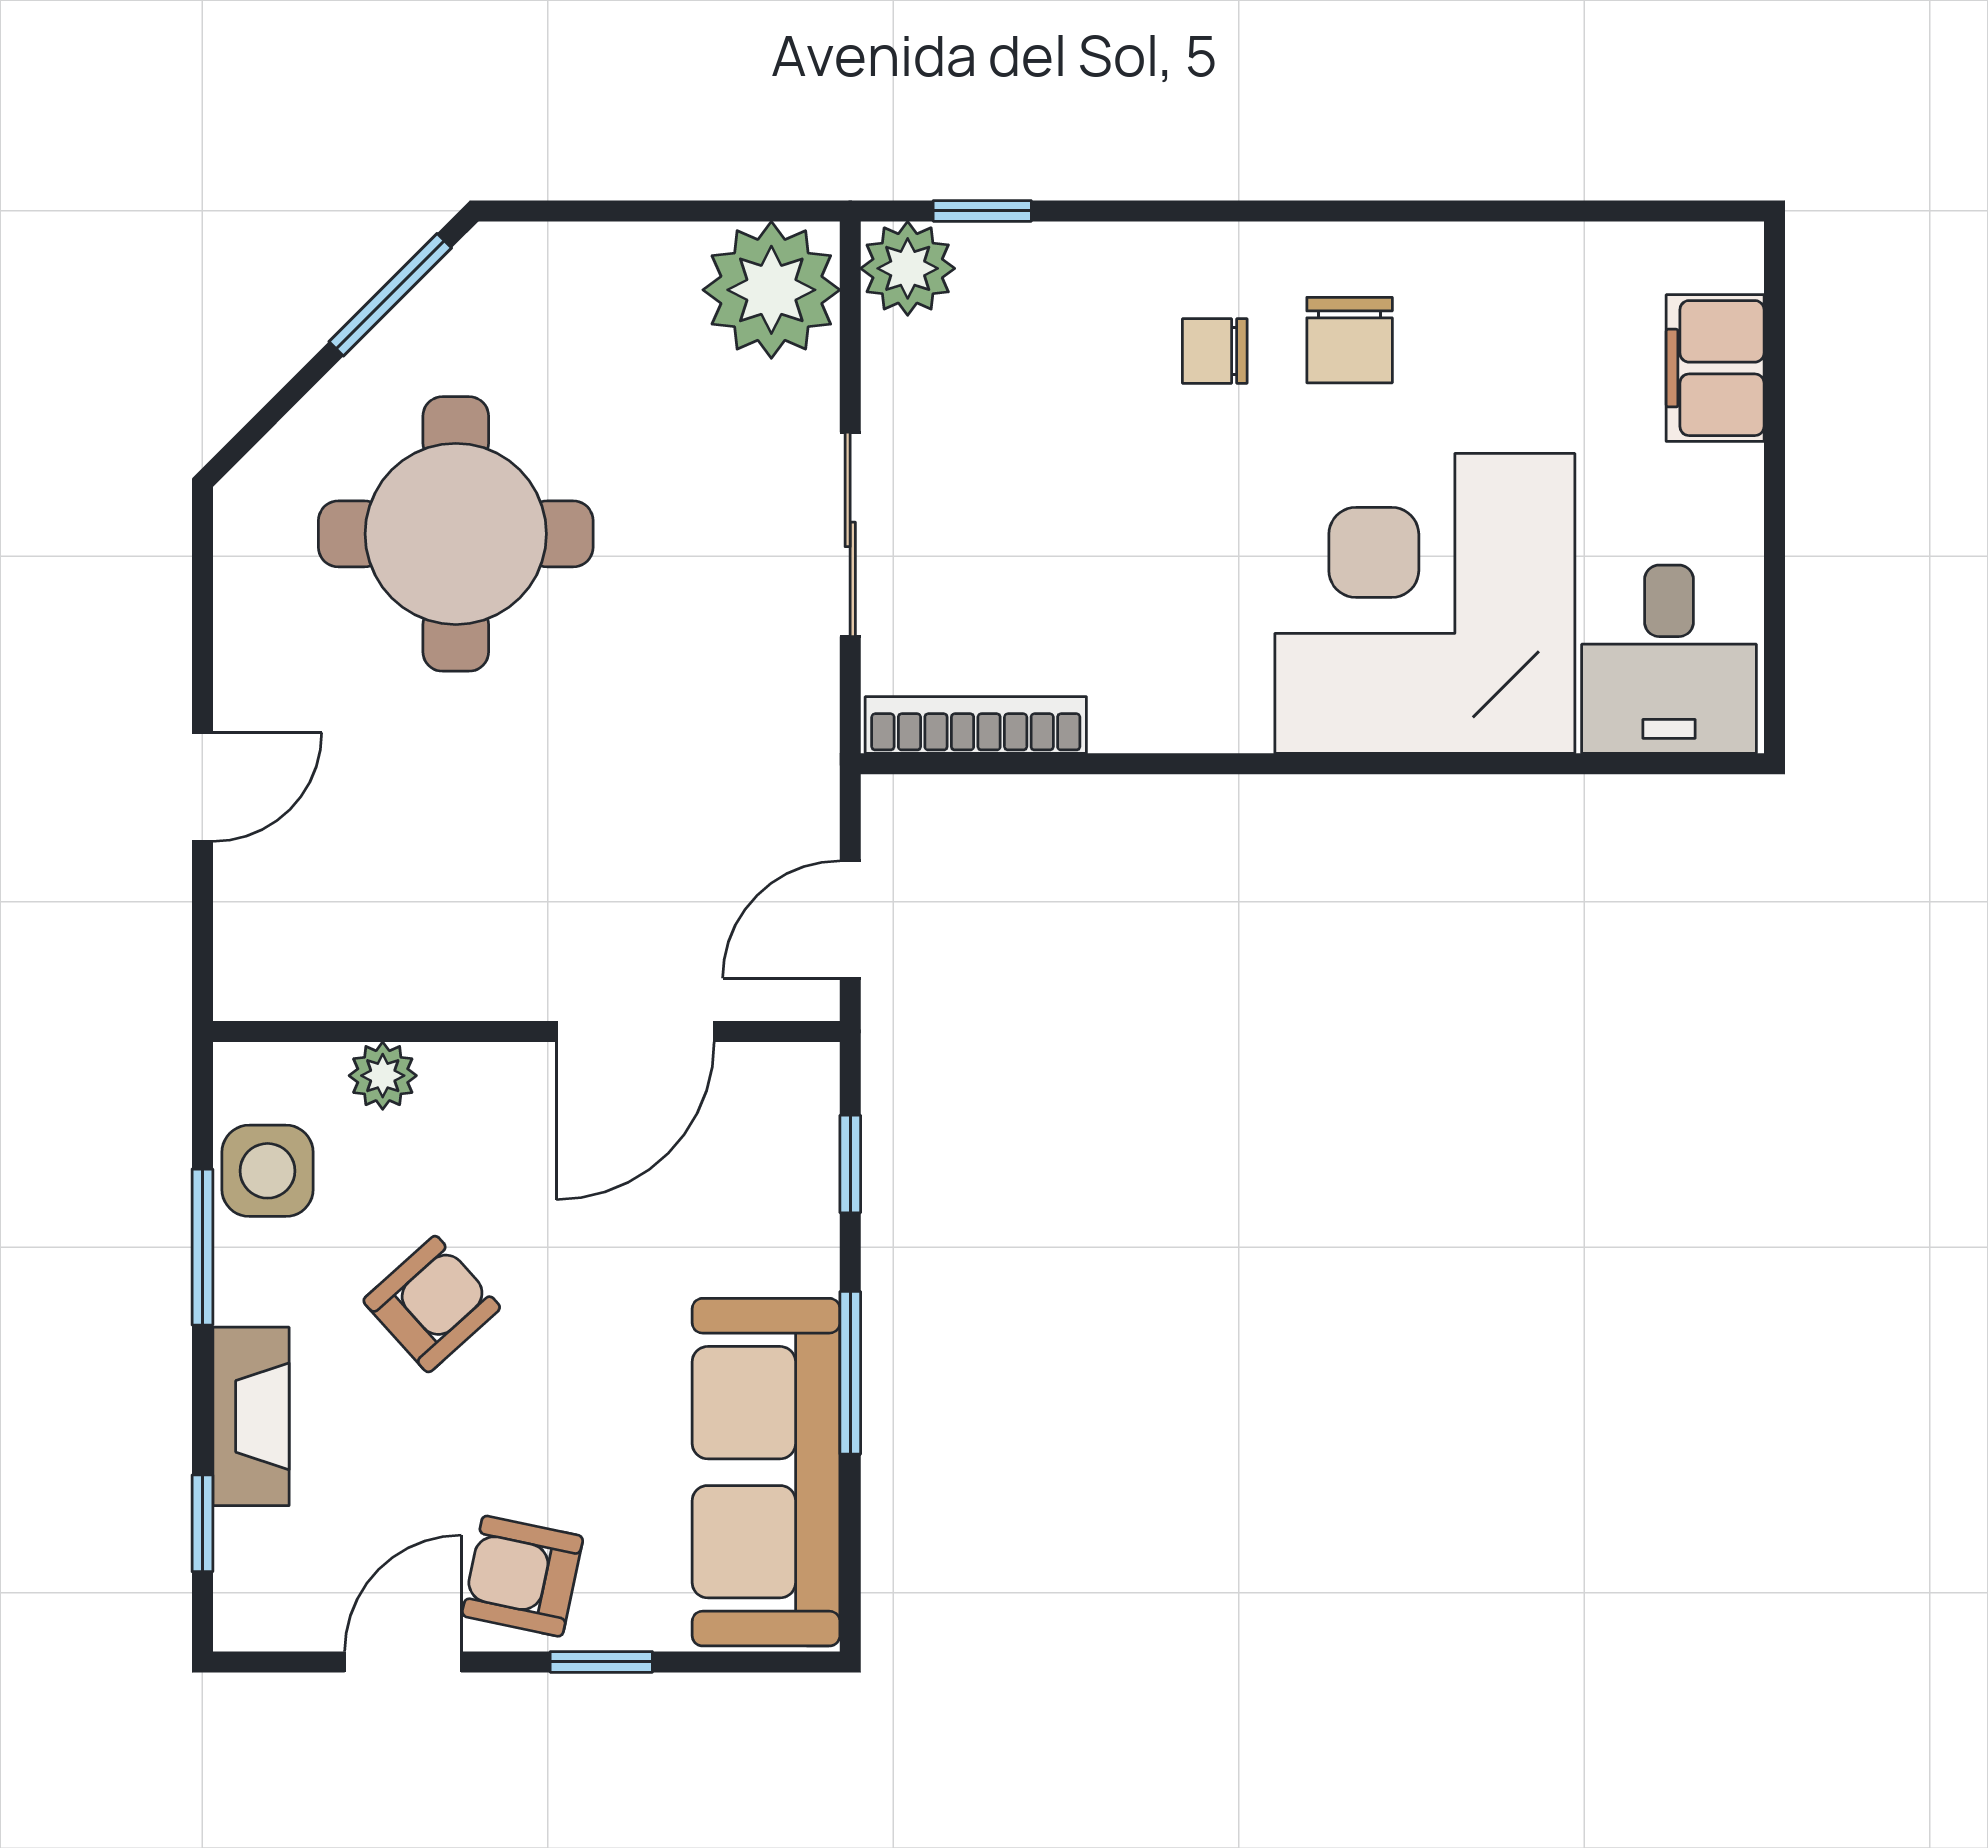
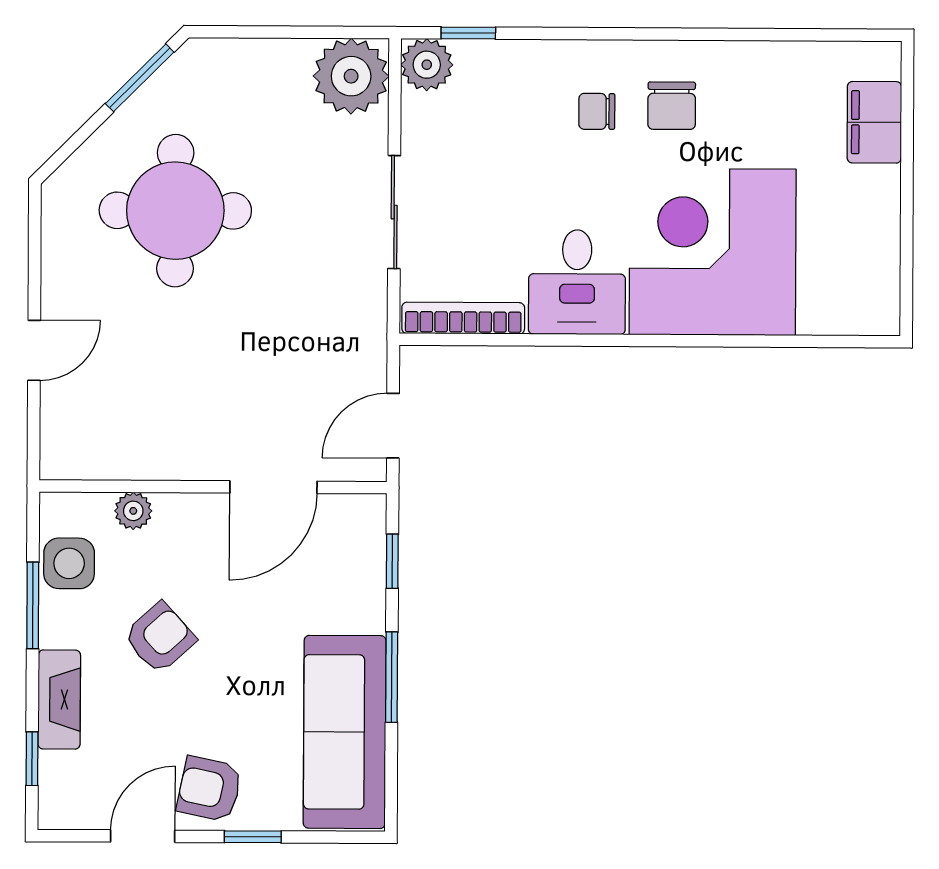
desk: (1669, 659) -> (577, 282), moved

